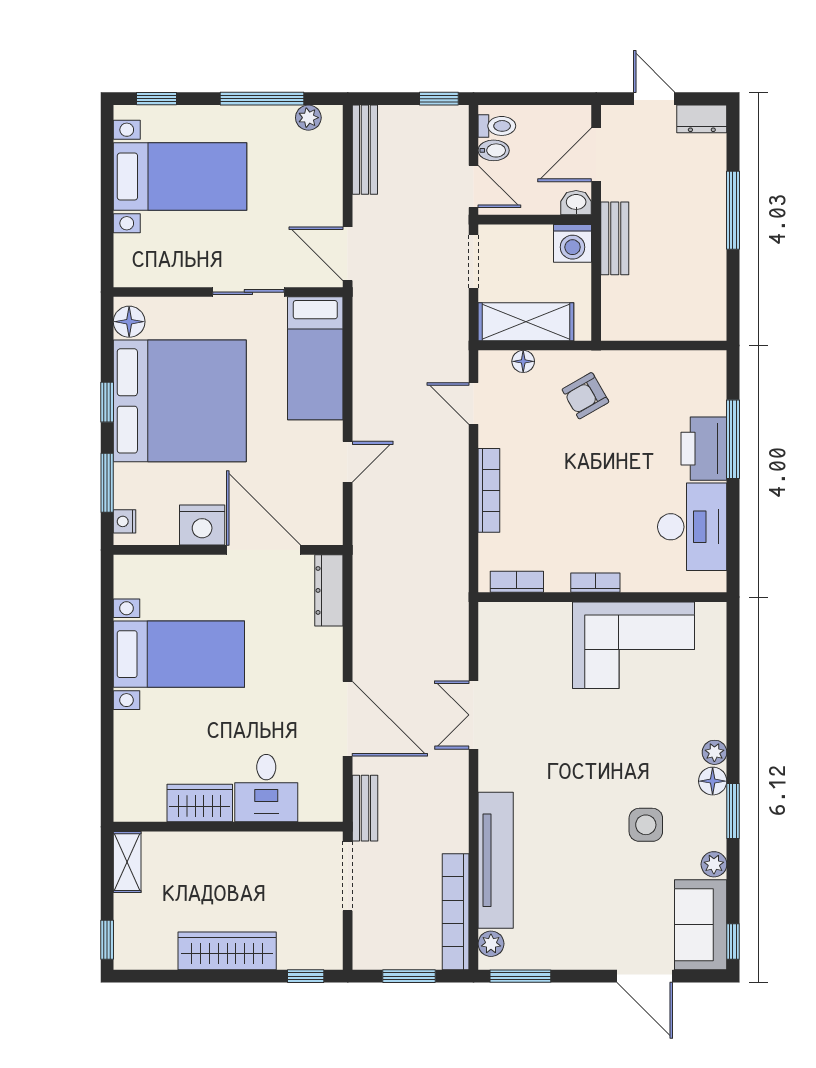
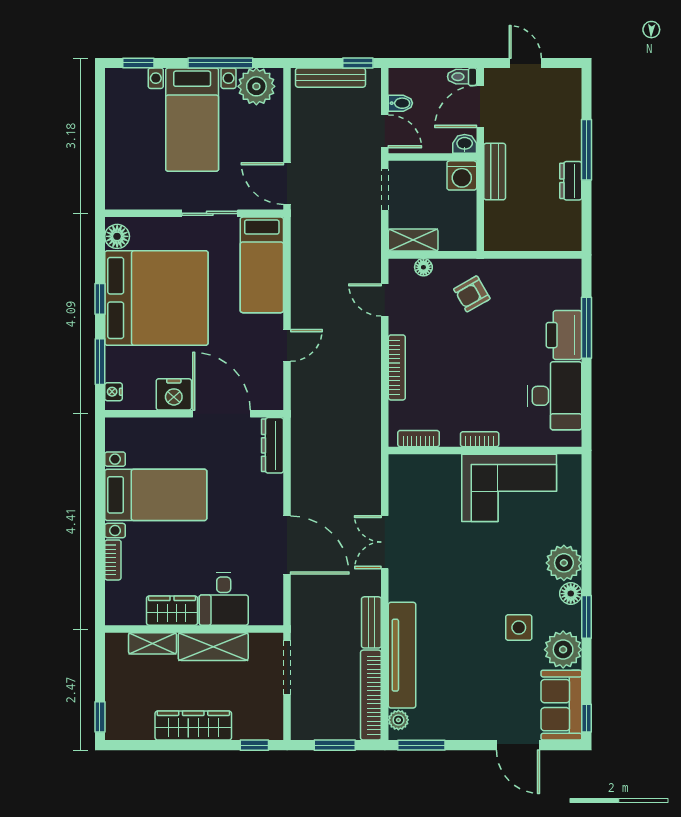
plant: (308, 118) -> (256, 86), width x1.88, depth x1.88
dresser: (702, 119) -> (571, 181), moved, turned 90
toilet: (497, 126) -> (462, 77), moved, turned 180
bench: (365, 150) -> (330, 78), moved, turned 90
bed with nightstands: (180, 176) -> (192, 120), moved, turned 90
shelving: (526, 322) -> (413, 240), width x0.67, depth x0.75
bookcase: (124, 738) -> (113, 560), added
plant: (714, 752) -> (564, 563), width x1.87, depth x1.87
bench: (365, 808) -> (371, 622), moved
shelving: (253, 849) -> (213, 647), added
shelving: (127, 862) -> (153, 643), moved, turned 90
plant: (714, 864) -> (563, 650), width x1.88, depth x1.88

